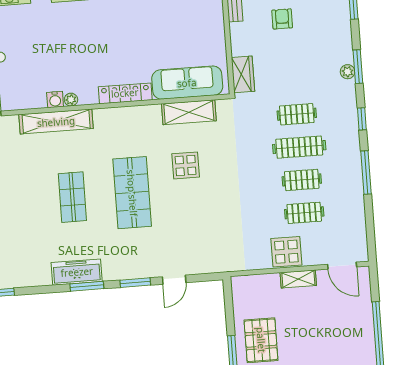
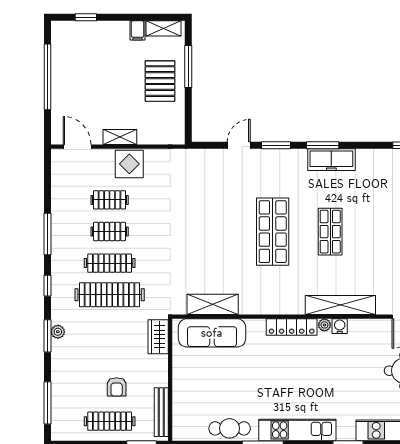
locker: (125, 93) -> (292, 327), moved
clothes rail: (297, 114) -> (110, 295), width x1.86, depth x1.31
display table: (186, 165) -> (220, 254), removed

